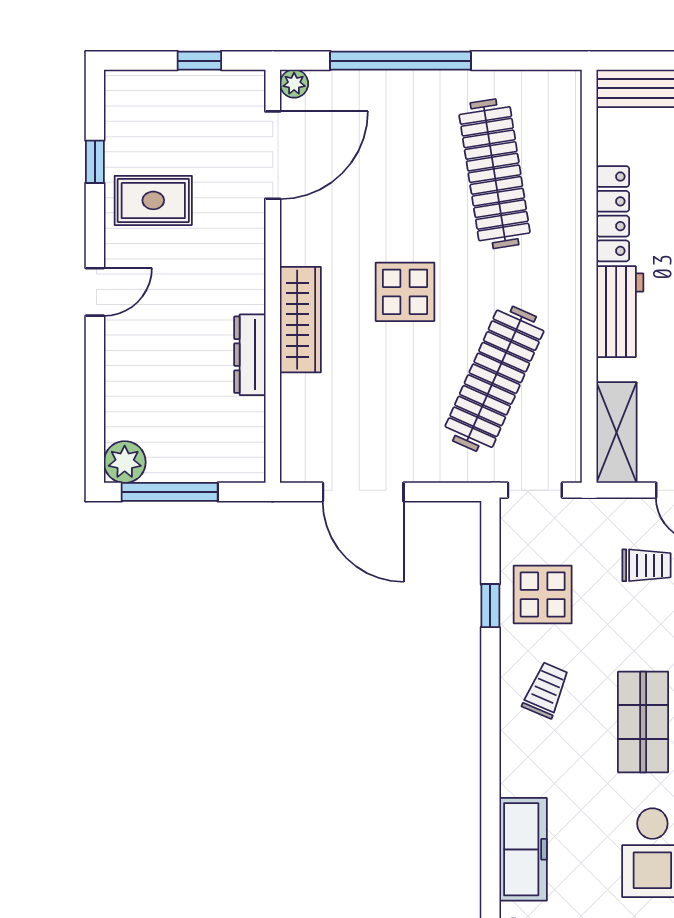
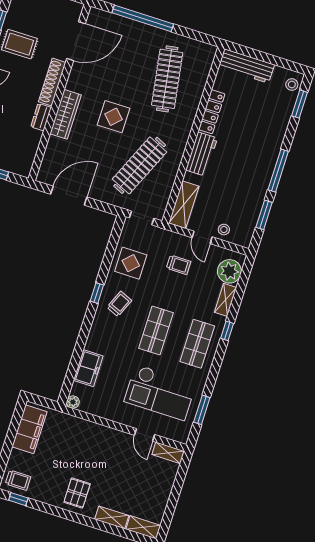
plant: (294, 84) -> (95, 14), removed
shoe rack: (250, 260) -> (52, 82), added
dresser: (250, 355) -> (41, 117), width x0.70
door: (363, 492) -> (69, 196), swing flipped
window: (490, 606) -> (97, 293), moved
freezer: (523, 849) -> (88, 368), width x0.71

